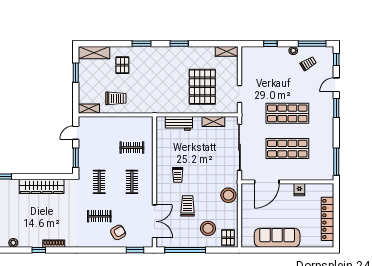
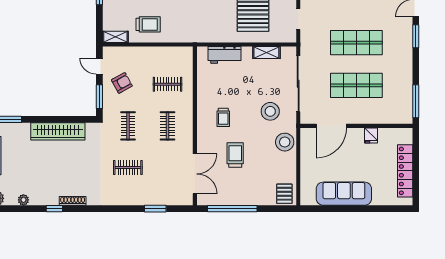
door: (76, 133) -> (99, 66), hinge flipped
stool: (208, 228) -> (270, 111), moved
armchair: (118, 232) -> (122, 83), moved
window: (135, 250) -> (155, 209), moved

